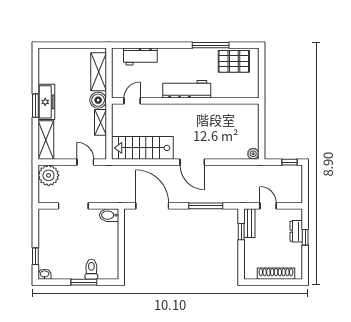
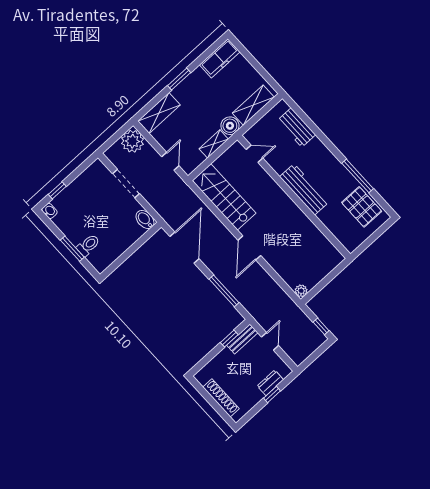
freezer: (46, 102) -> (220, 58), moved

